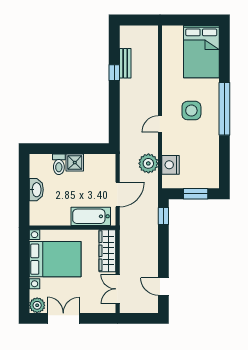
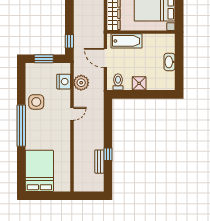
side table: (191, 111) -> (36, 102), moved
toilet: (59, 164) -> (118, 82), moved
door: (118, 195) -> (105, 58), hinge flipped

